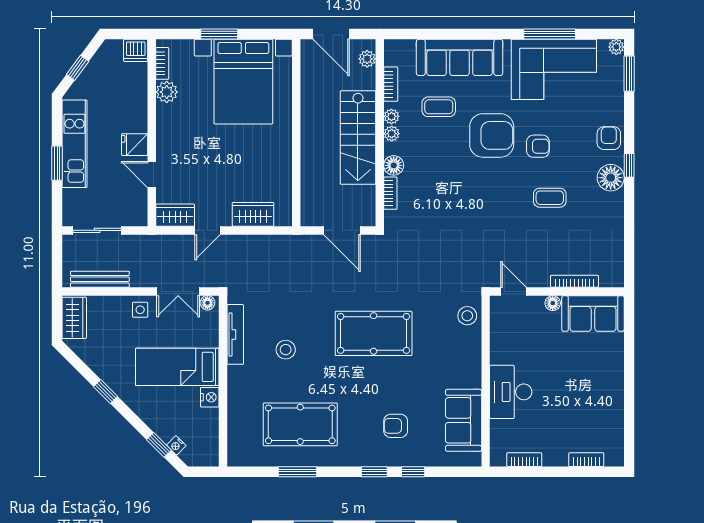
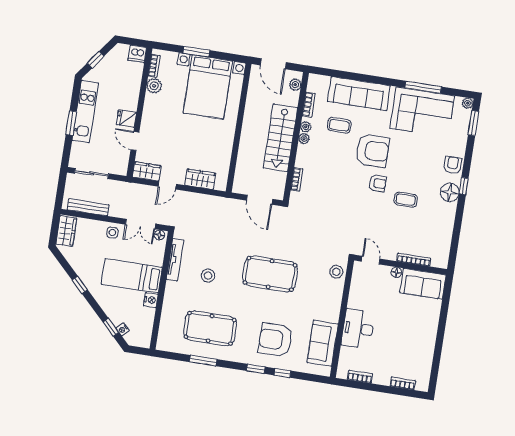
armchair: (538, 146) -> (378, 183), moved
floor lamp: (394, 165) -> (302, 161), removed
armchair: (396, 426) -> (275, 340), width x1.88, depth x1.88

